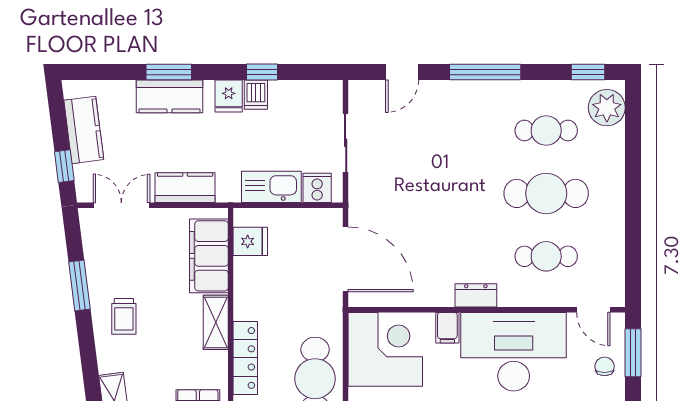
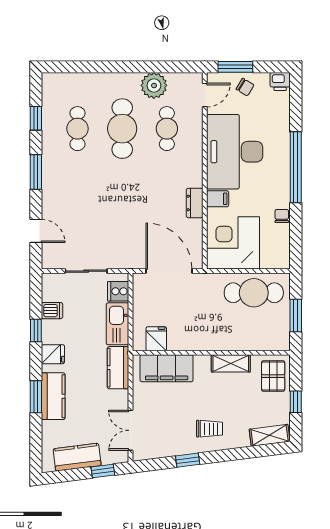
window: (485, 72) -> (36, 172), width x0.69
window: (588, 72) -> (36, 118), moved
dishwasher: (256, 95) -> (52, 311), moved
plant: (607, 108) -> (154, 85), moved
kitchen counter: (185, 188) -> (118, 368), moved
door: (346, 259) -> (169, 271), hinge flipped
window: (79, 286) -> (188, 460), width x0.67
dresser: (476, 295) -> (195, 203), moved
shelving: (216, 322) -> (231, 363), moved
locker: (245, 358) -> (239, 342), removed
chair: (605, 366) -> (245, 87), turned -149

